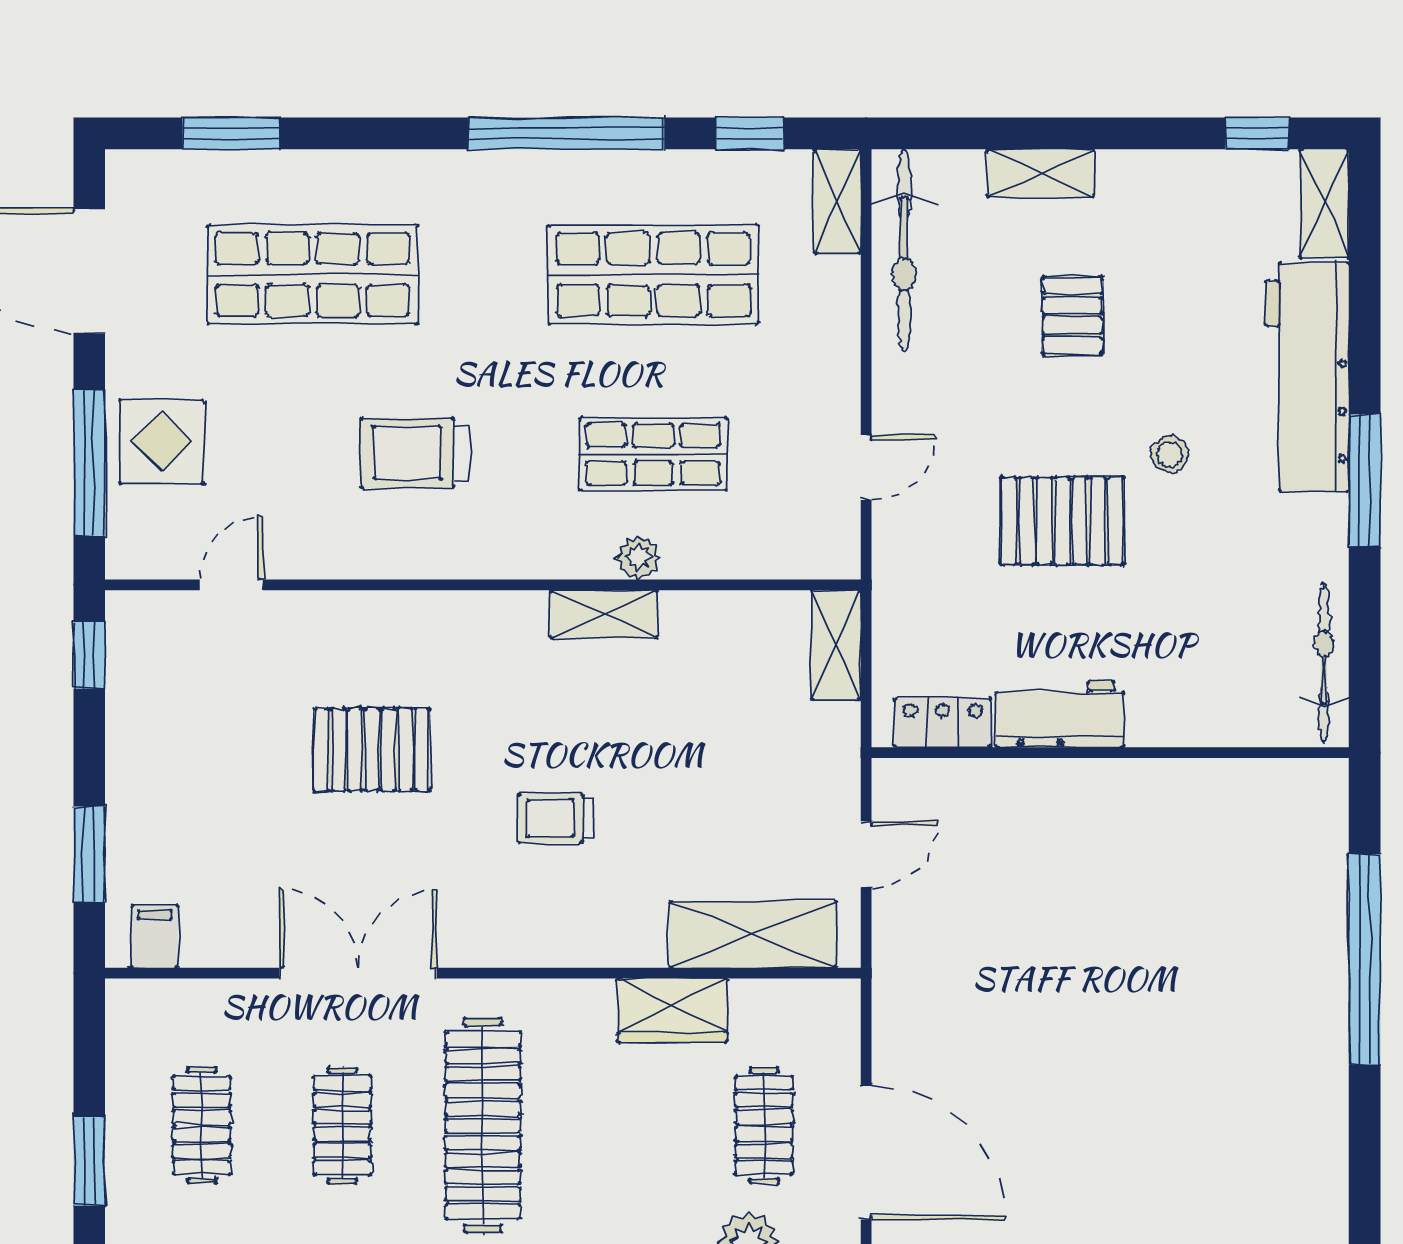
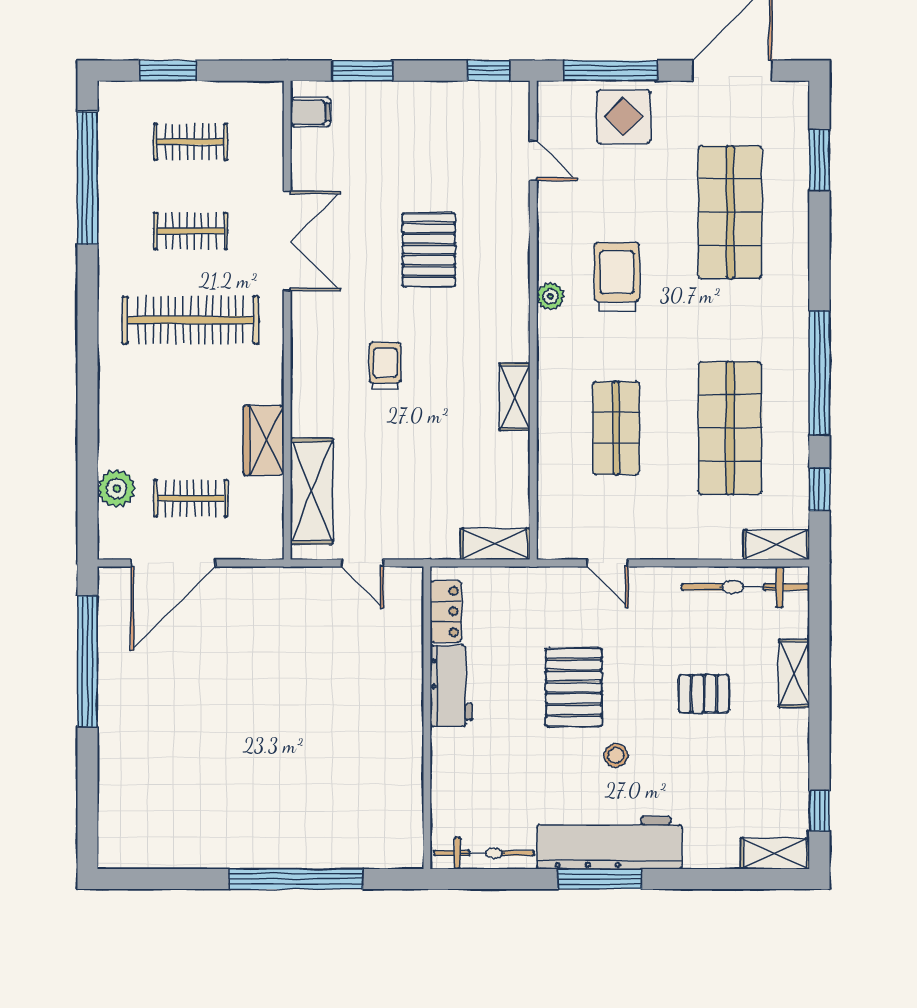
workbench: (1307, 377) -> (609, 843), moved
plant: (638, 558) -> (550, 296), moved

